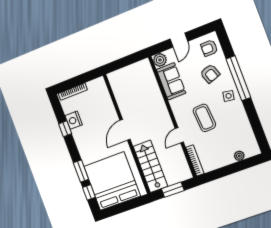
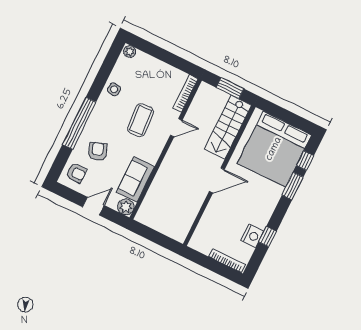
side table: (229, 96) -> (114, 89), moved
plant: (239, 156) -> (130, 52), moved

